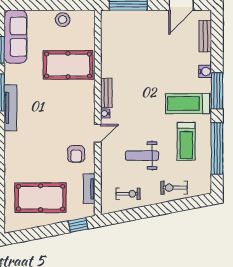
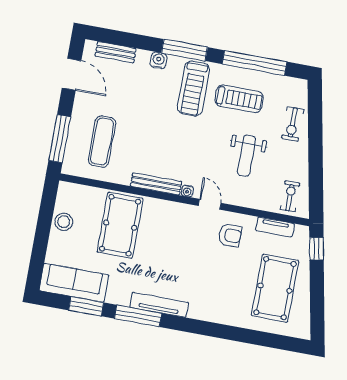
exercise mat: (132, 38) -> (102, 142), added
bench: (106, 93) -> (156, 184), width x1.36
exercise bike: (128, 194) -> (290, 196), moved

